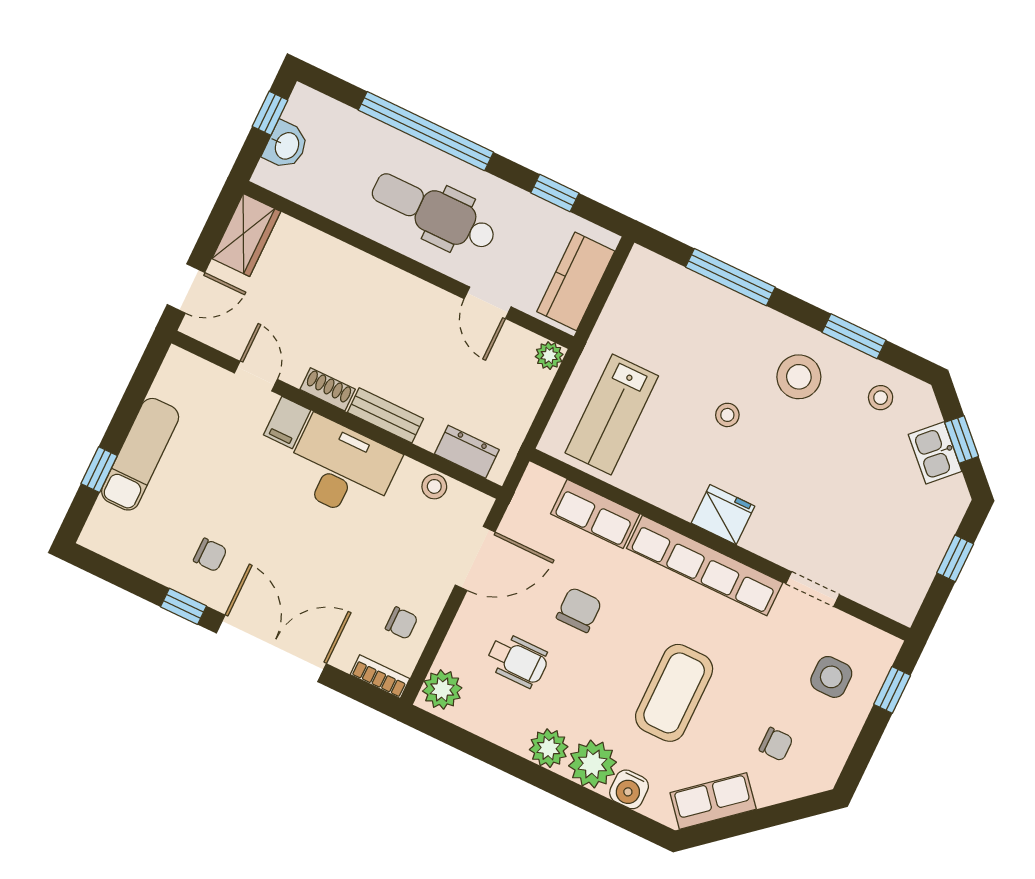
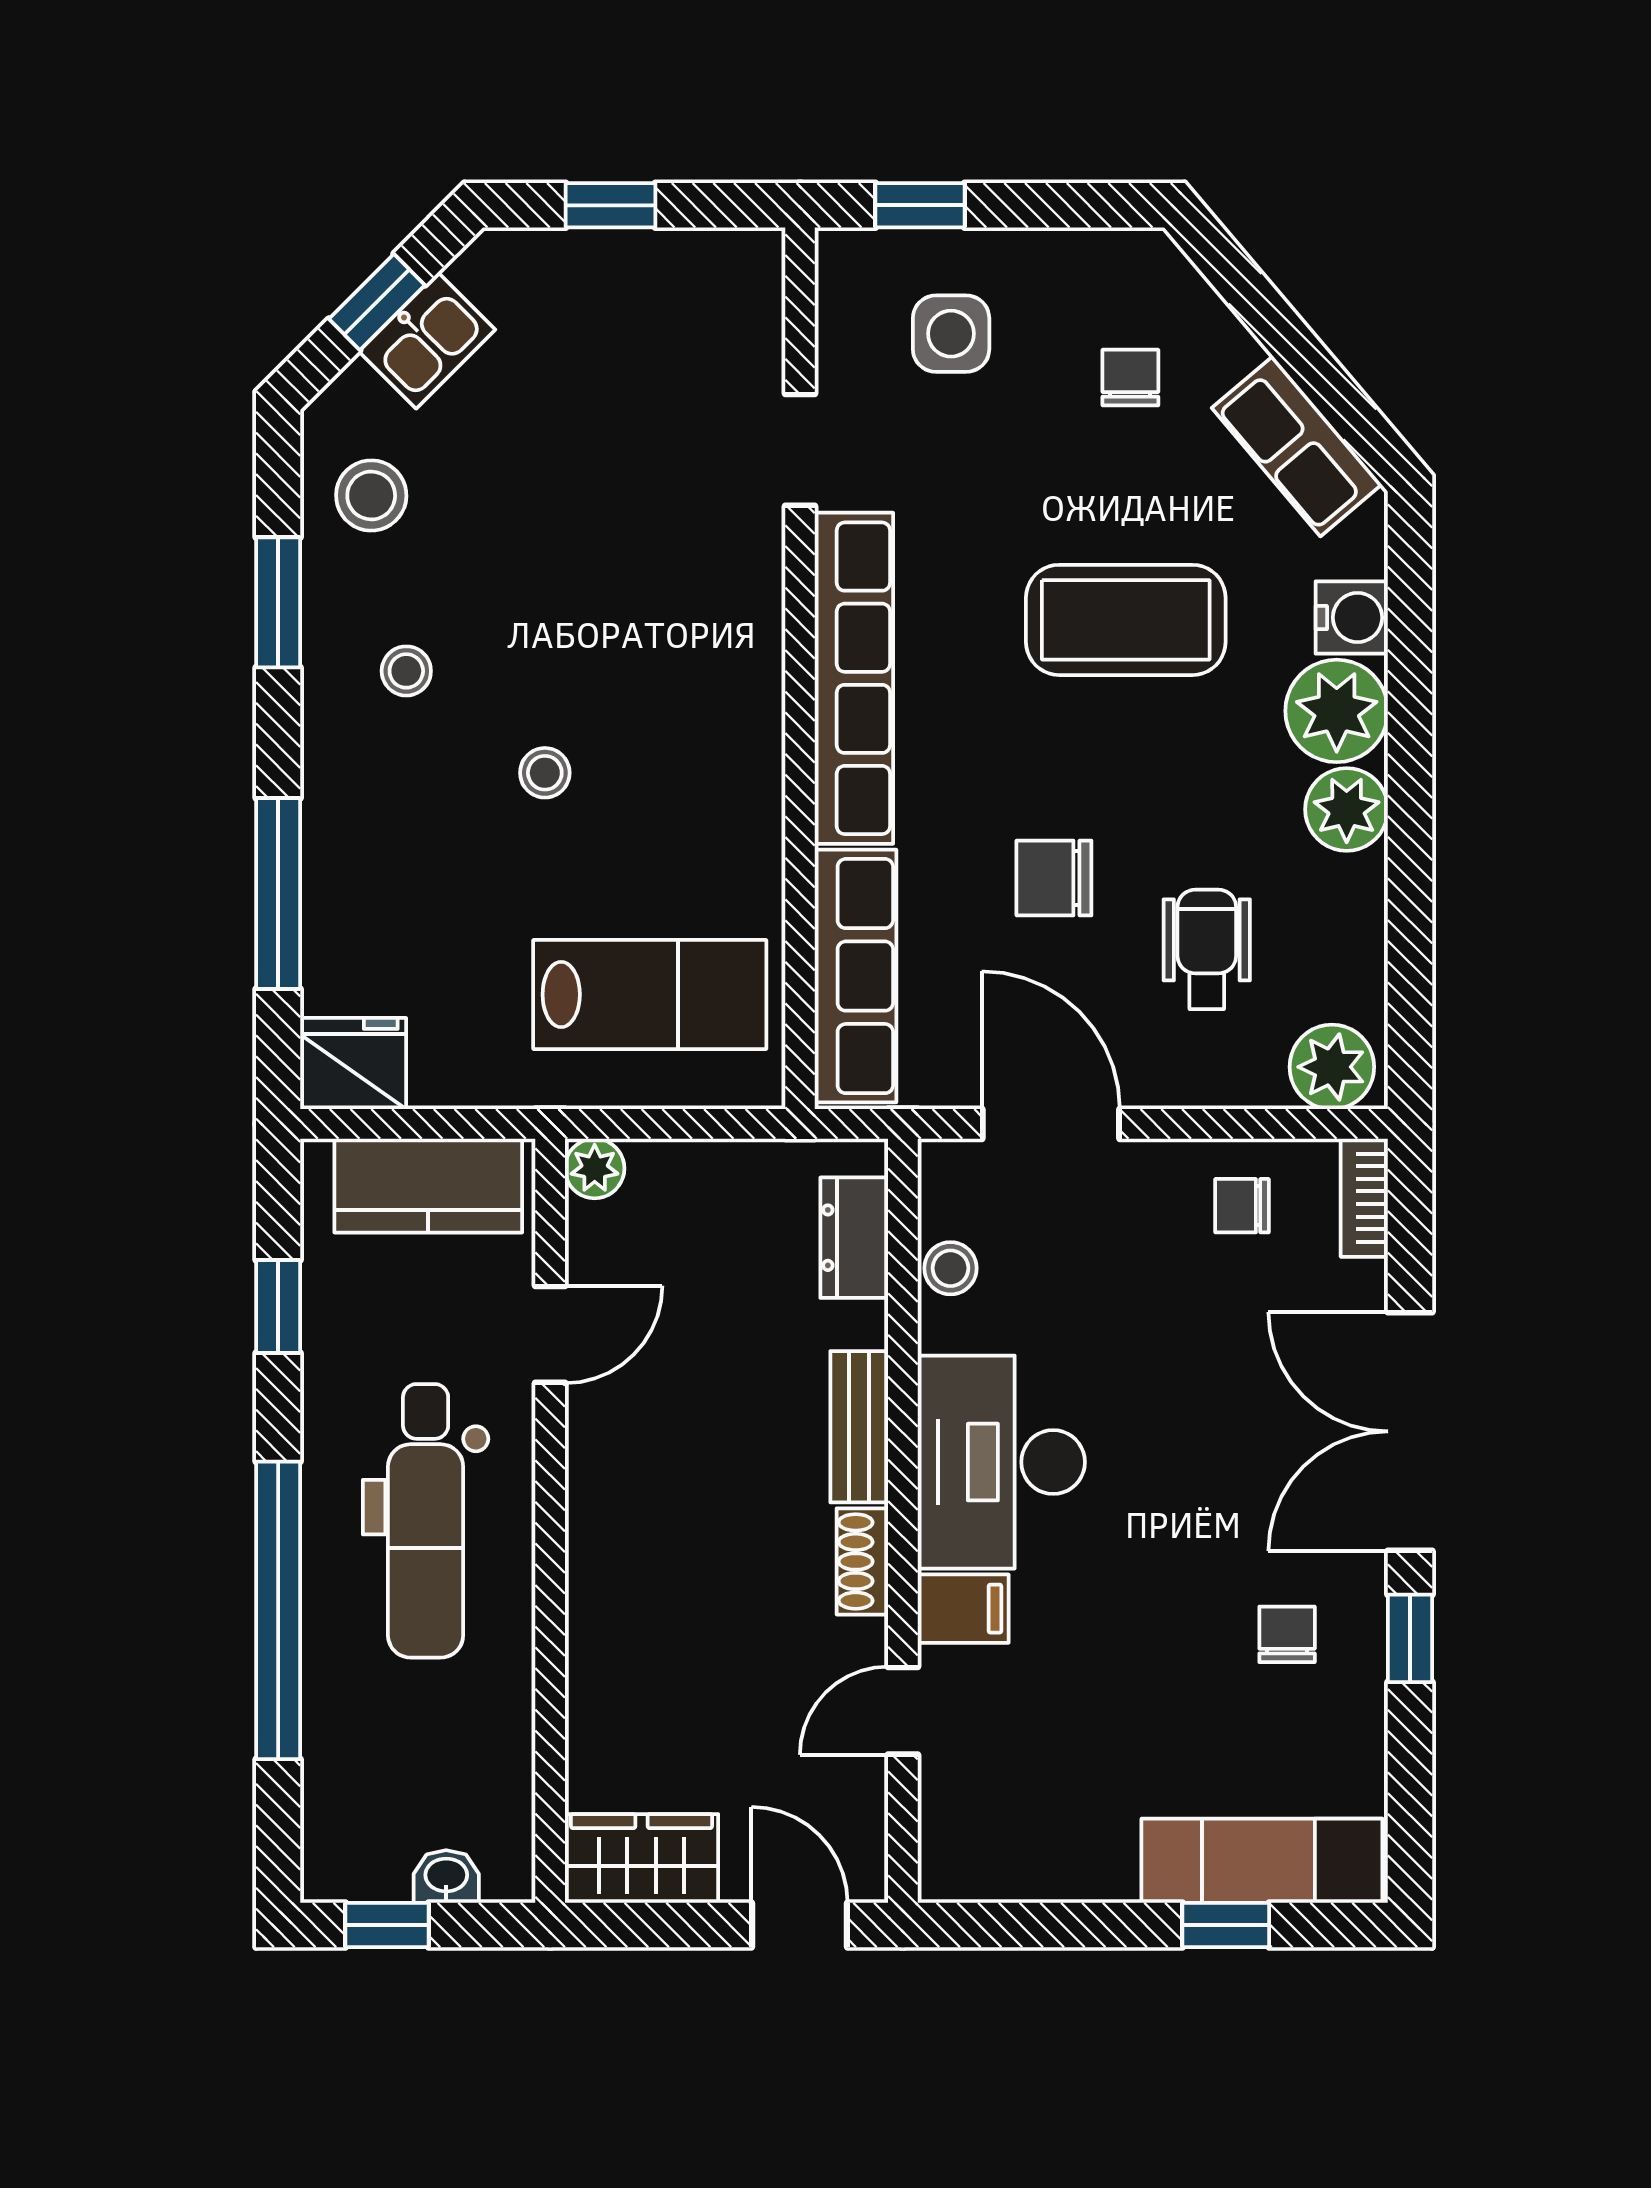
washbasin: (286, 145) -> (446, 1877), width x0.72, depth x0.69
stool: (799, 377) -> (406, 671), width x0.53, depth x0.53
stool: (881, 398) -> (371, 496), width x1.37, depth x1.37
exam couch: (140, 454) -> (1262, 1861), moved
row of seats: (595, 514) -> (856, 976), width x1.48
fridge: (723, 515) -> (353, 1064), moved, turned 90
chair: (402, 623) -> (1242, 1206), turned -90

